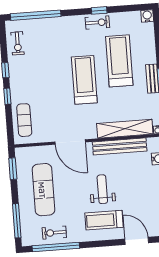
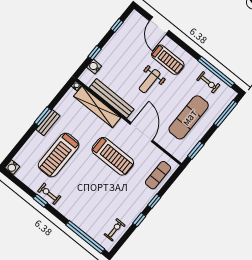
treadmill: (84, 80) -> (113, 156), moved, turned -90

